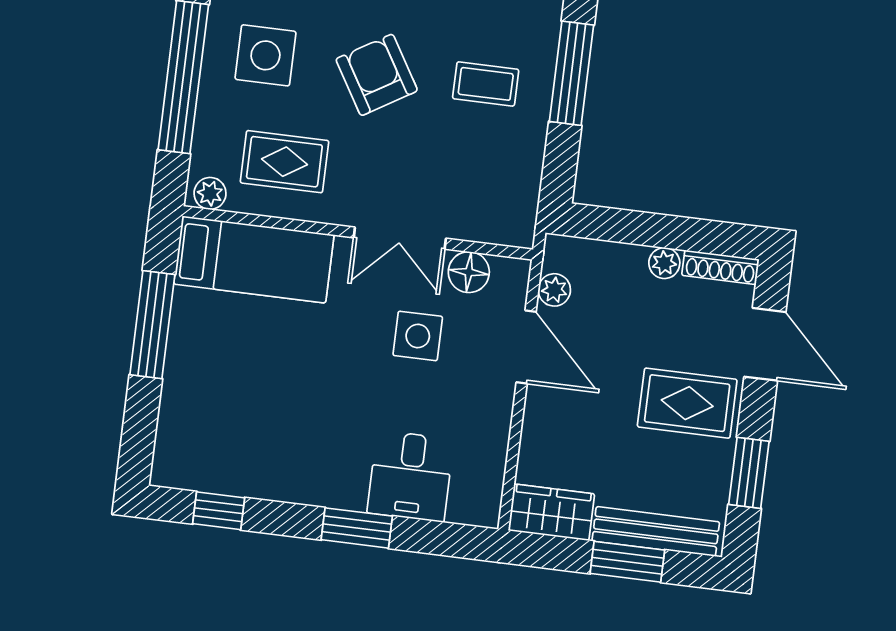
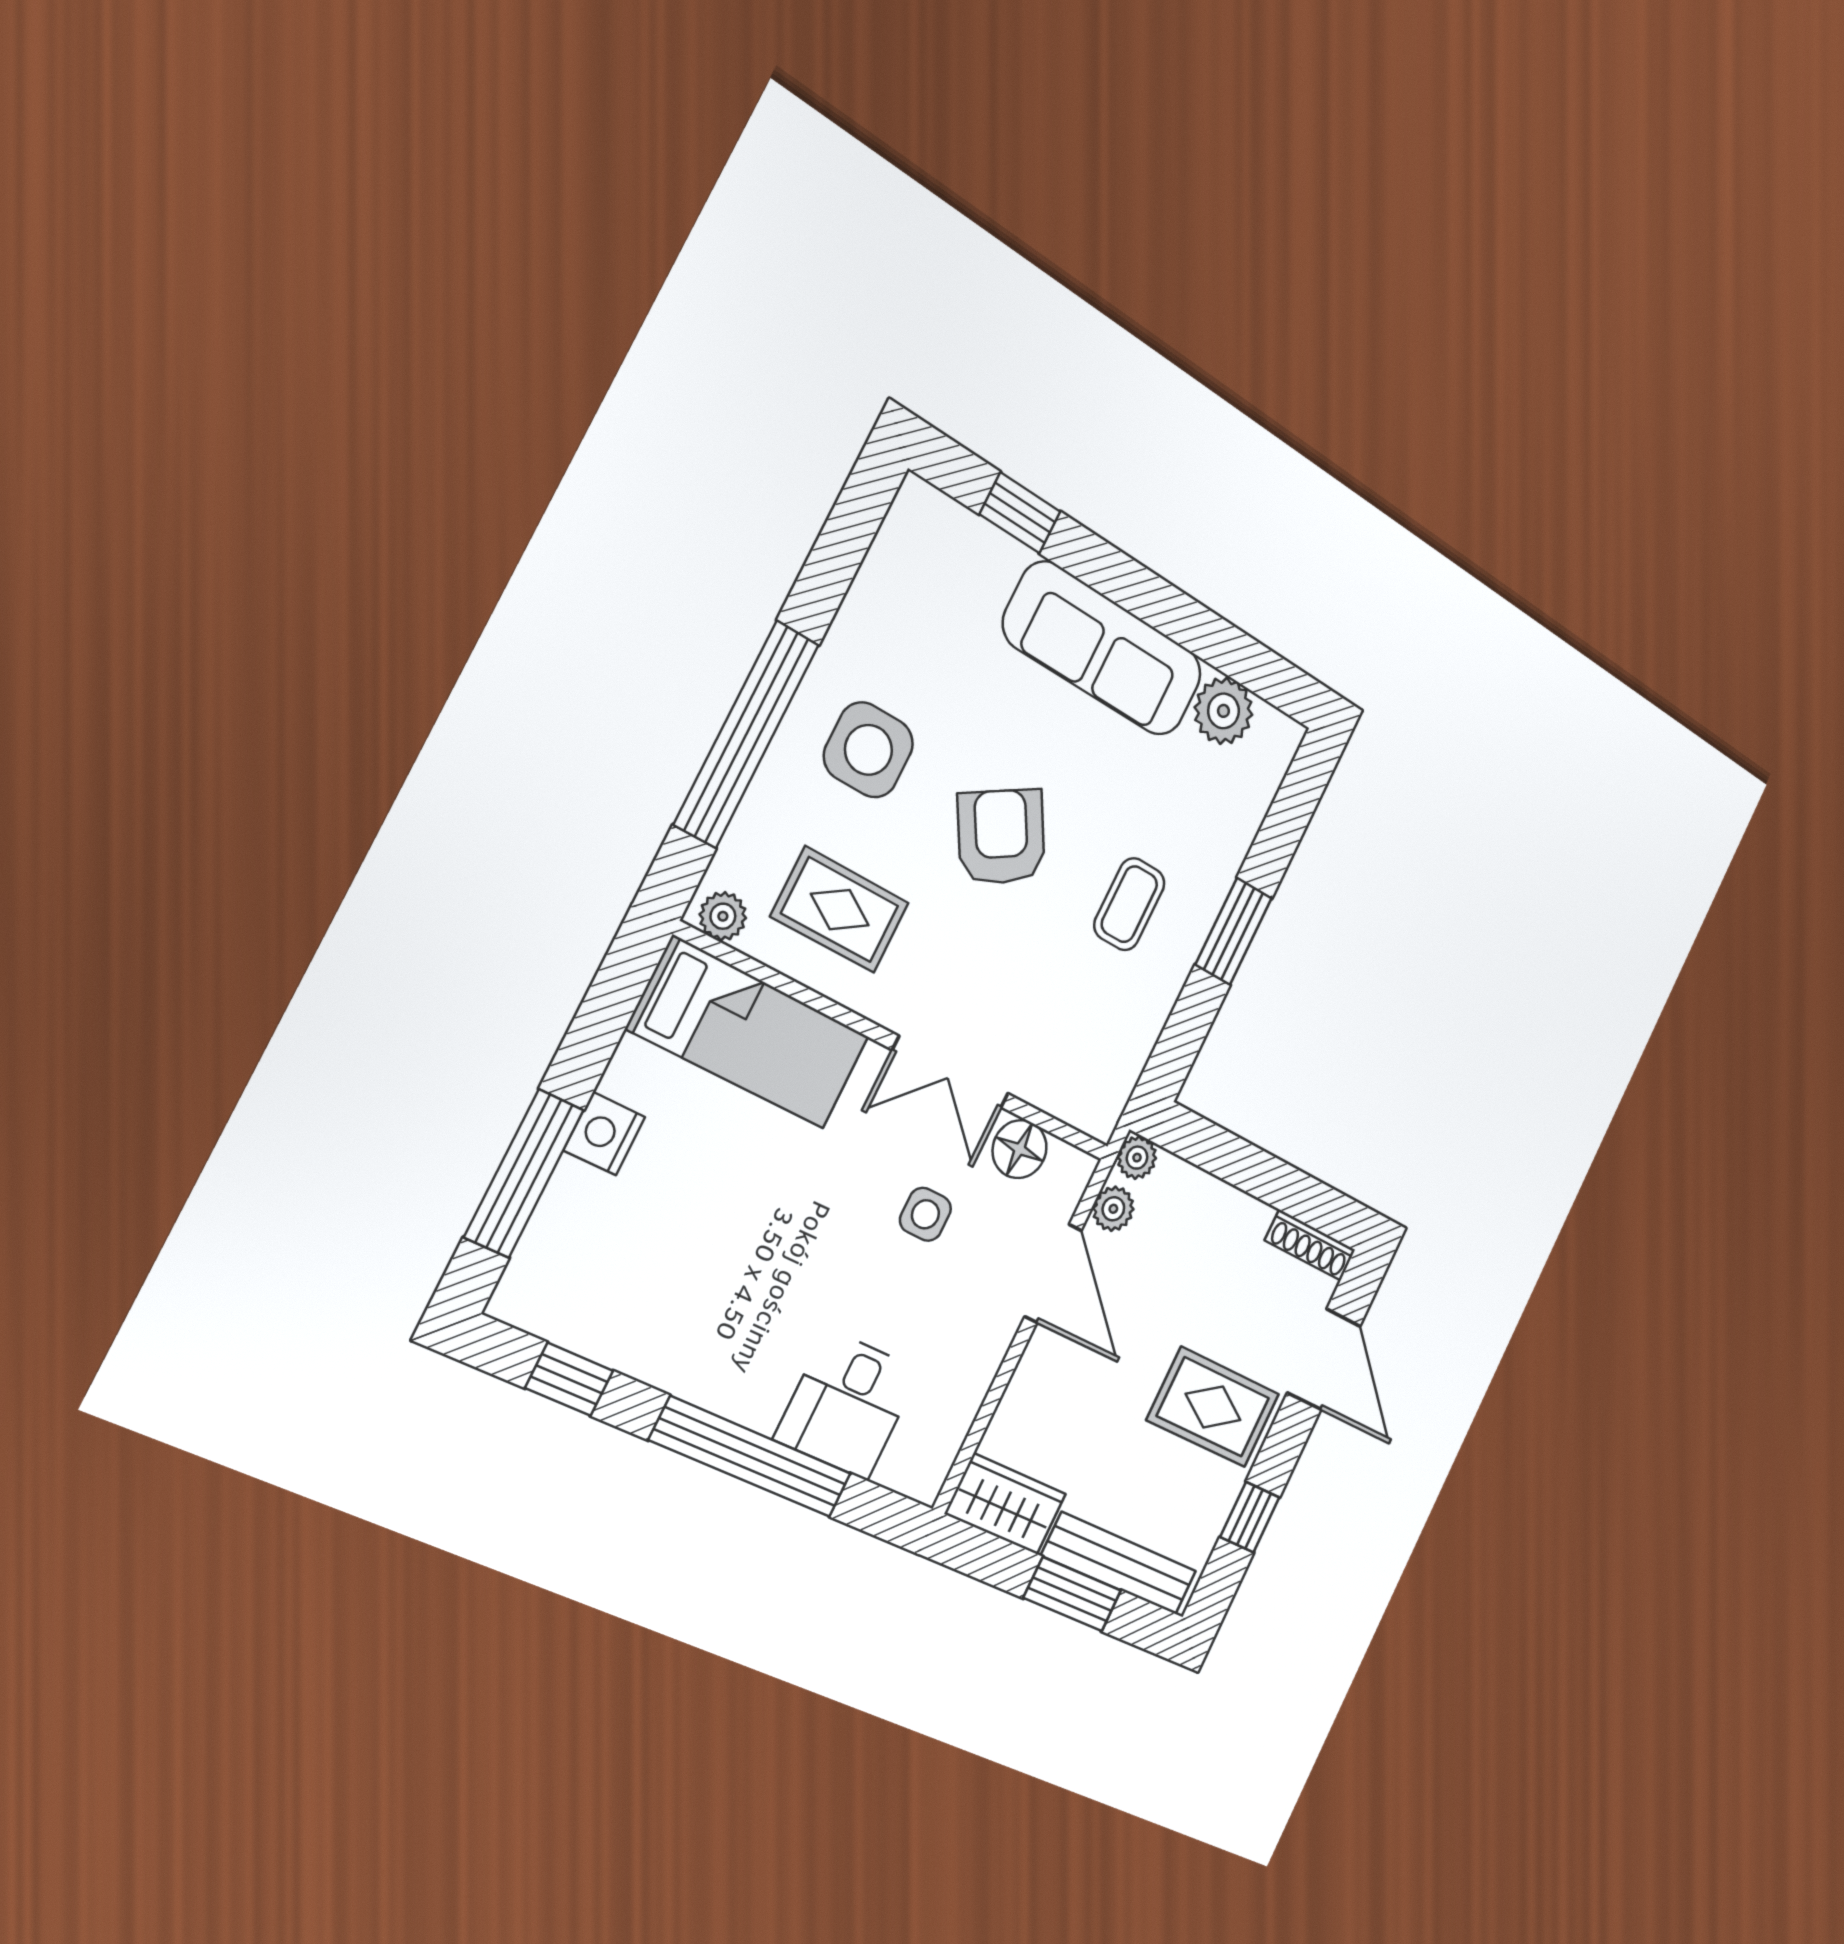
window: (572, 73) -> (1234, 931), width x0.69
coffee table: (486, 84) -> (1129, 904), turned 90
plant: (664, 263) -> (1137, 1158), moved
window: (152, 325) -> (524, 1173), moved
side table: (418, 336) -> (925, 1214), width x0.73, depth x0.73
nightstand: (185, 352) -> (604, 1134), added
window: (749, 473) -> (1250, 1517), width x0.67
window: (357, 528) -> (751, 1457), width x2.11

